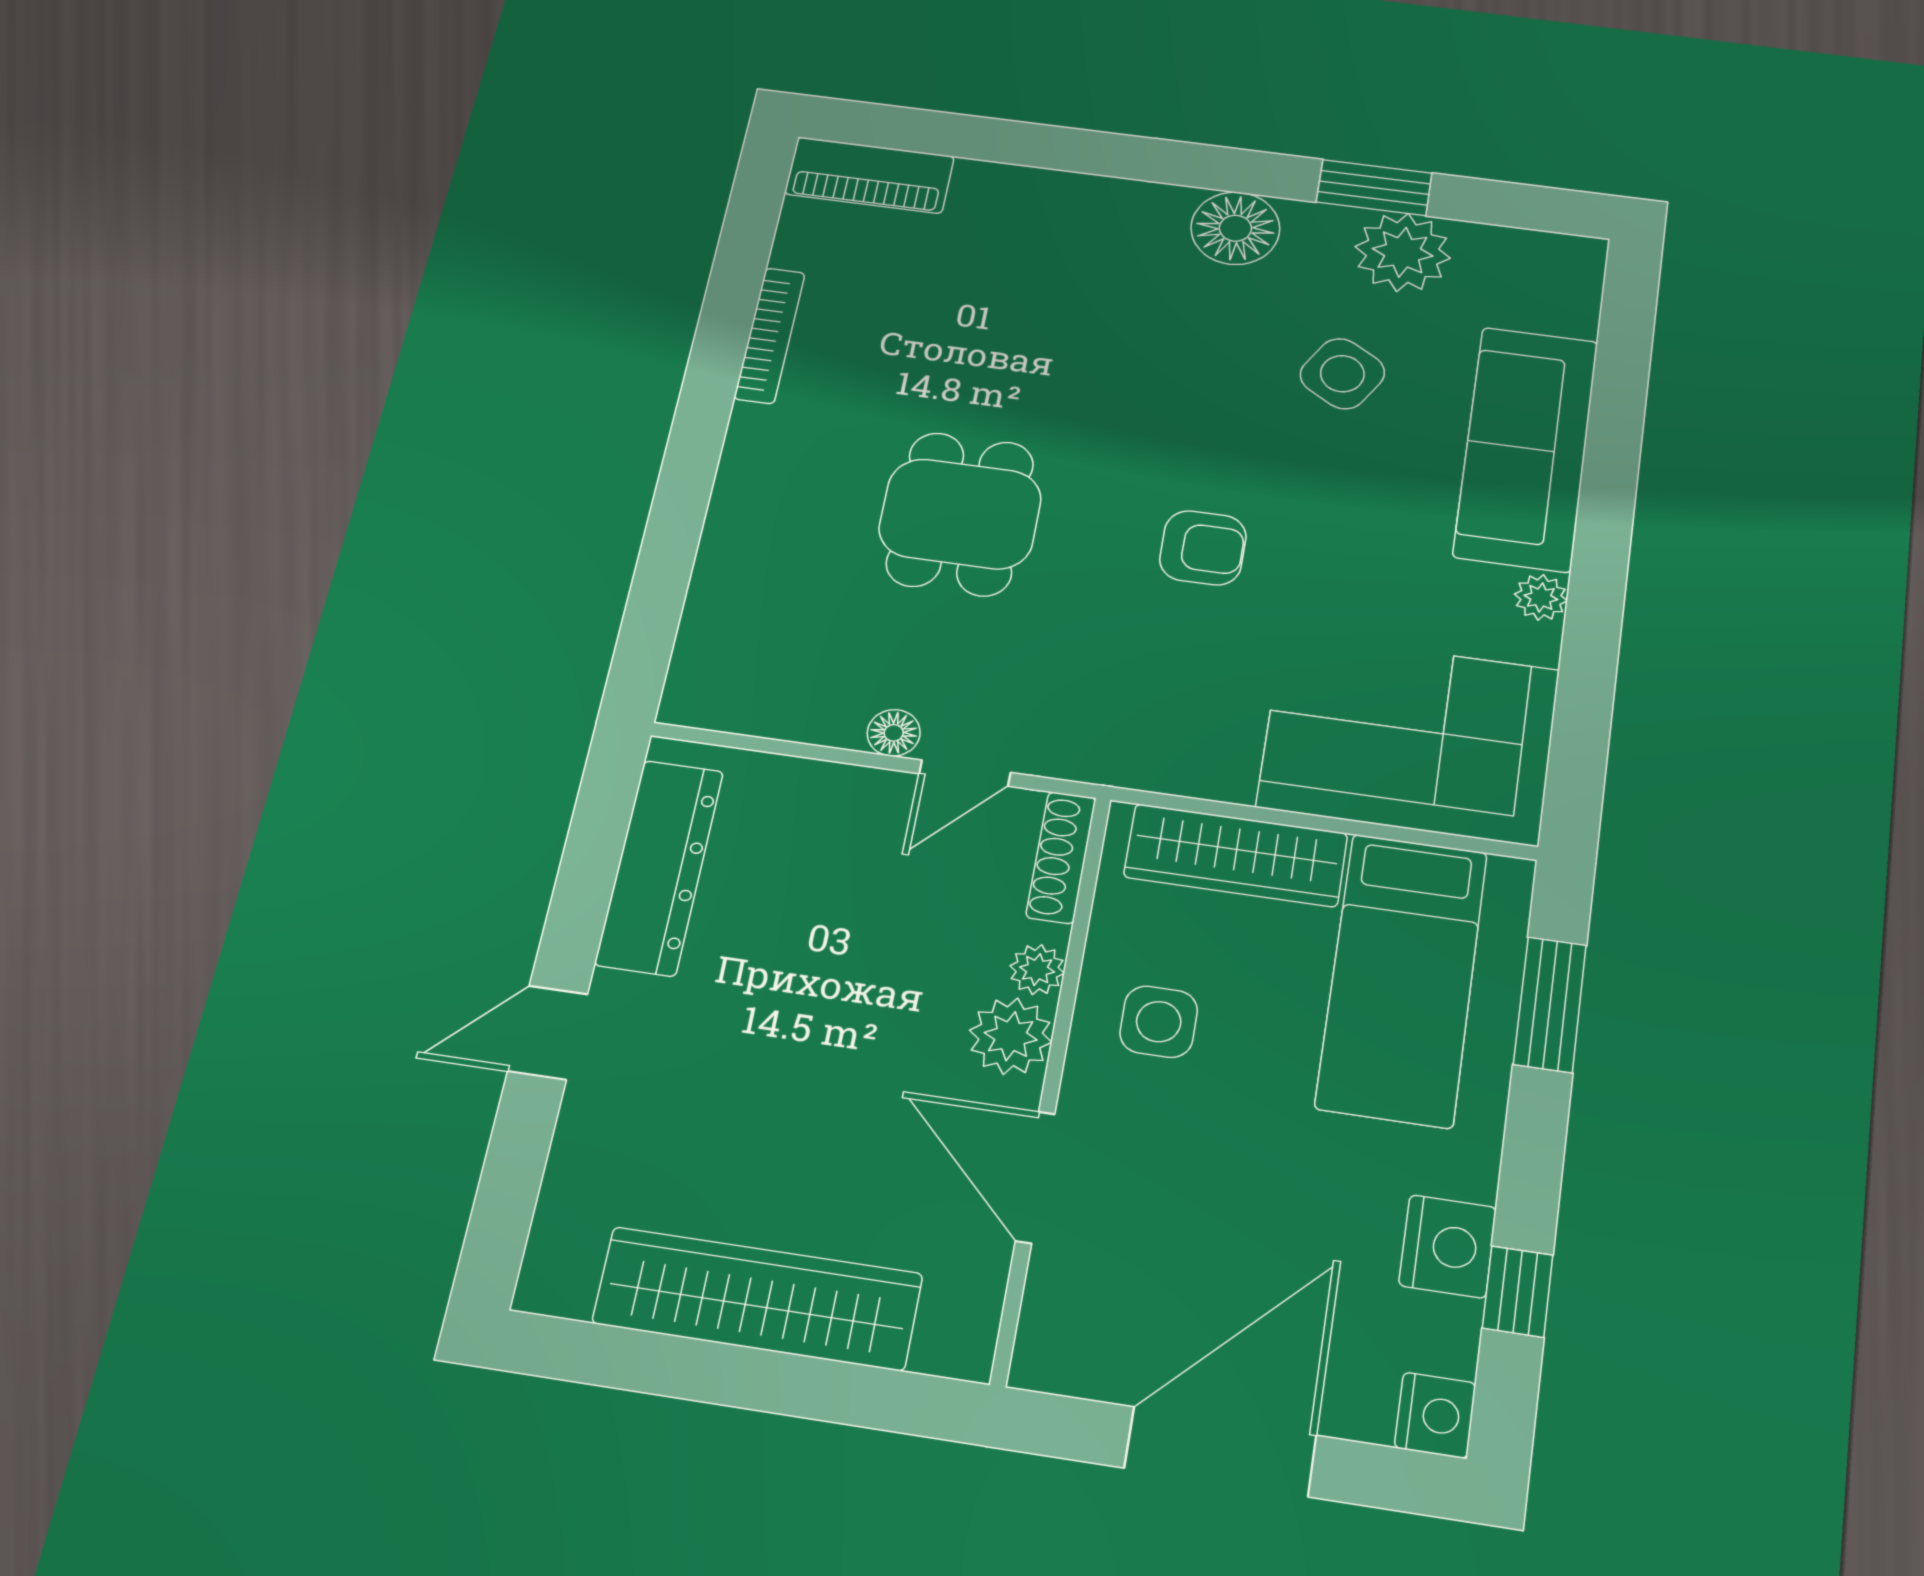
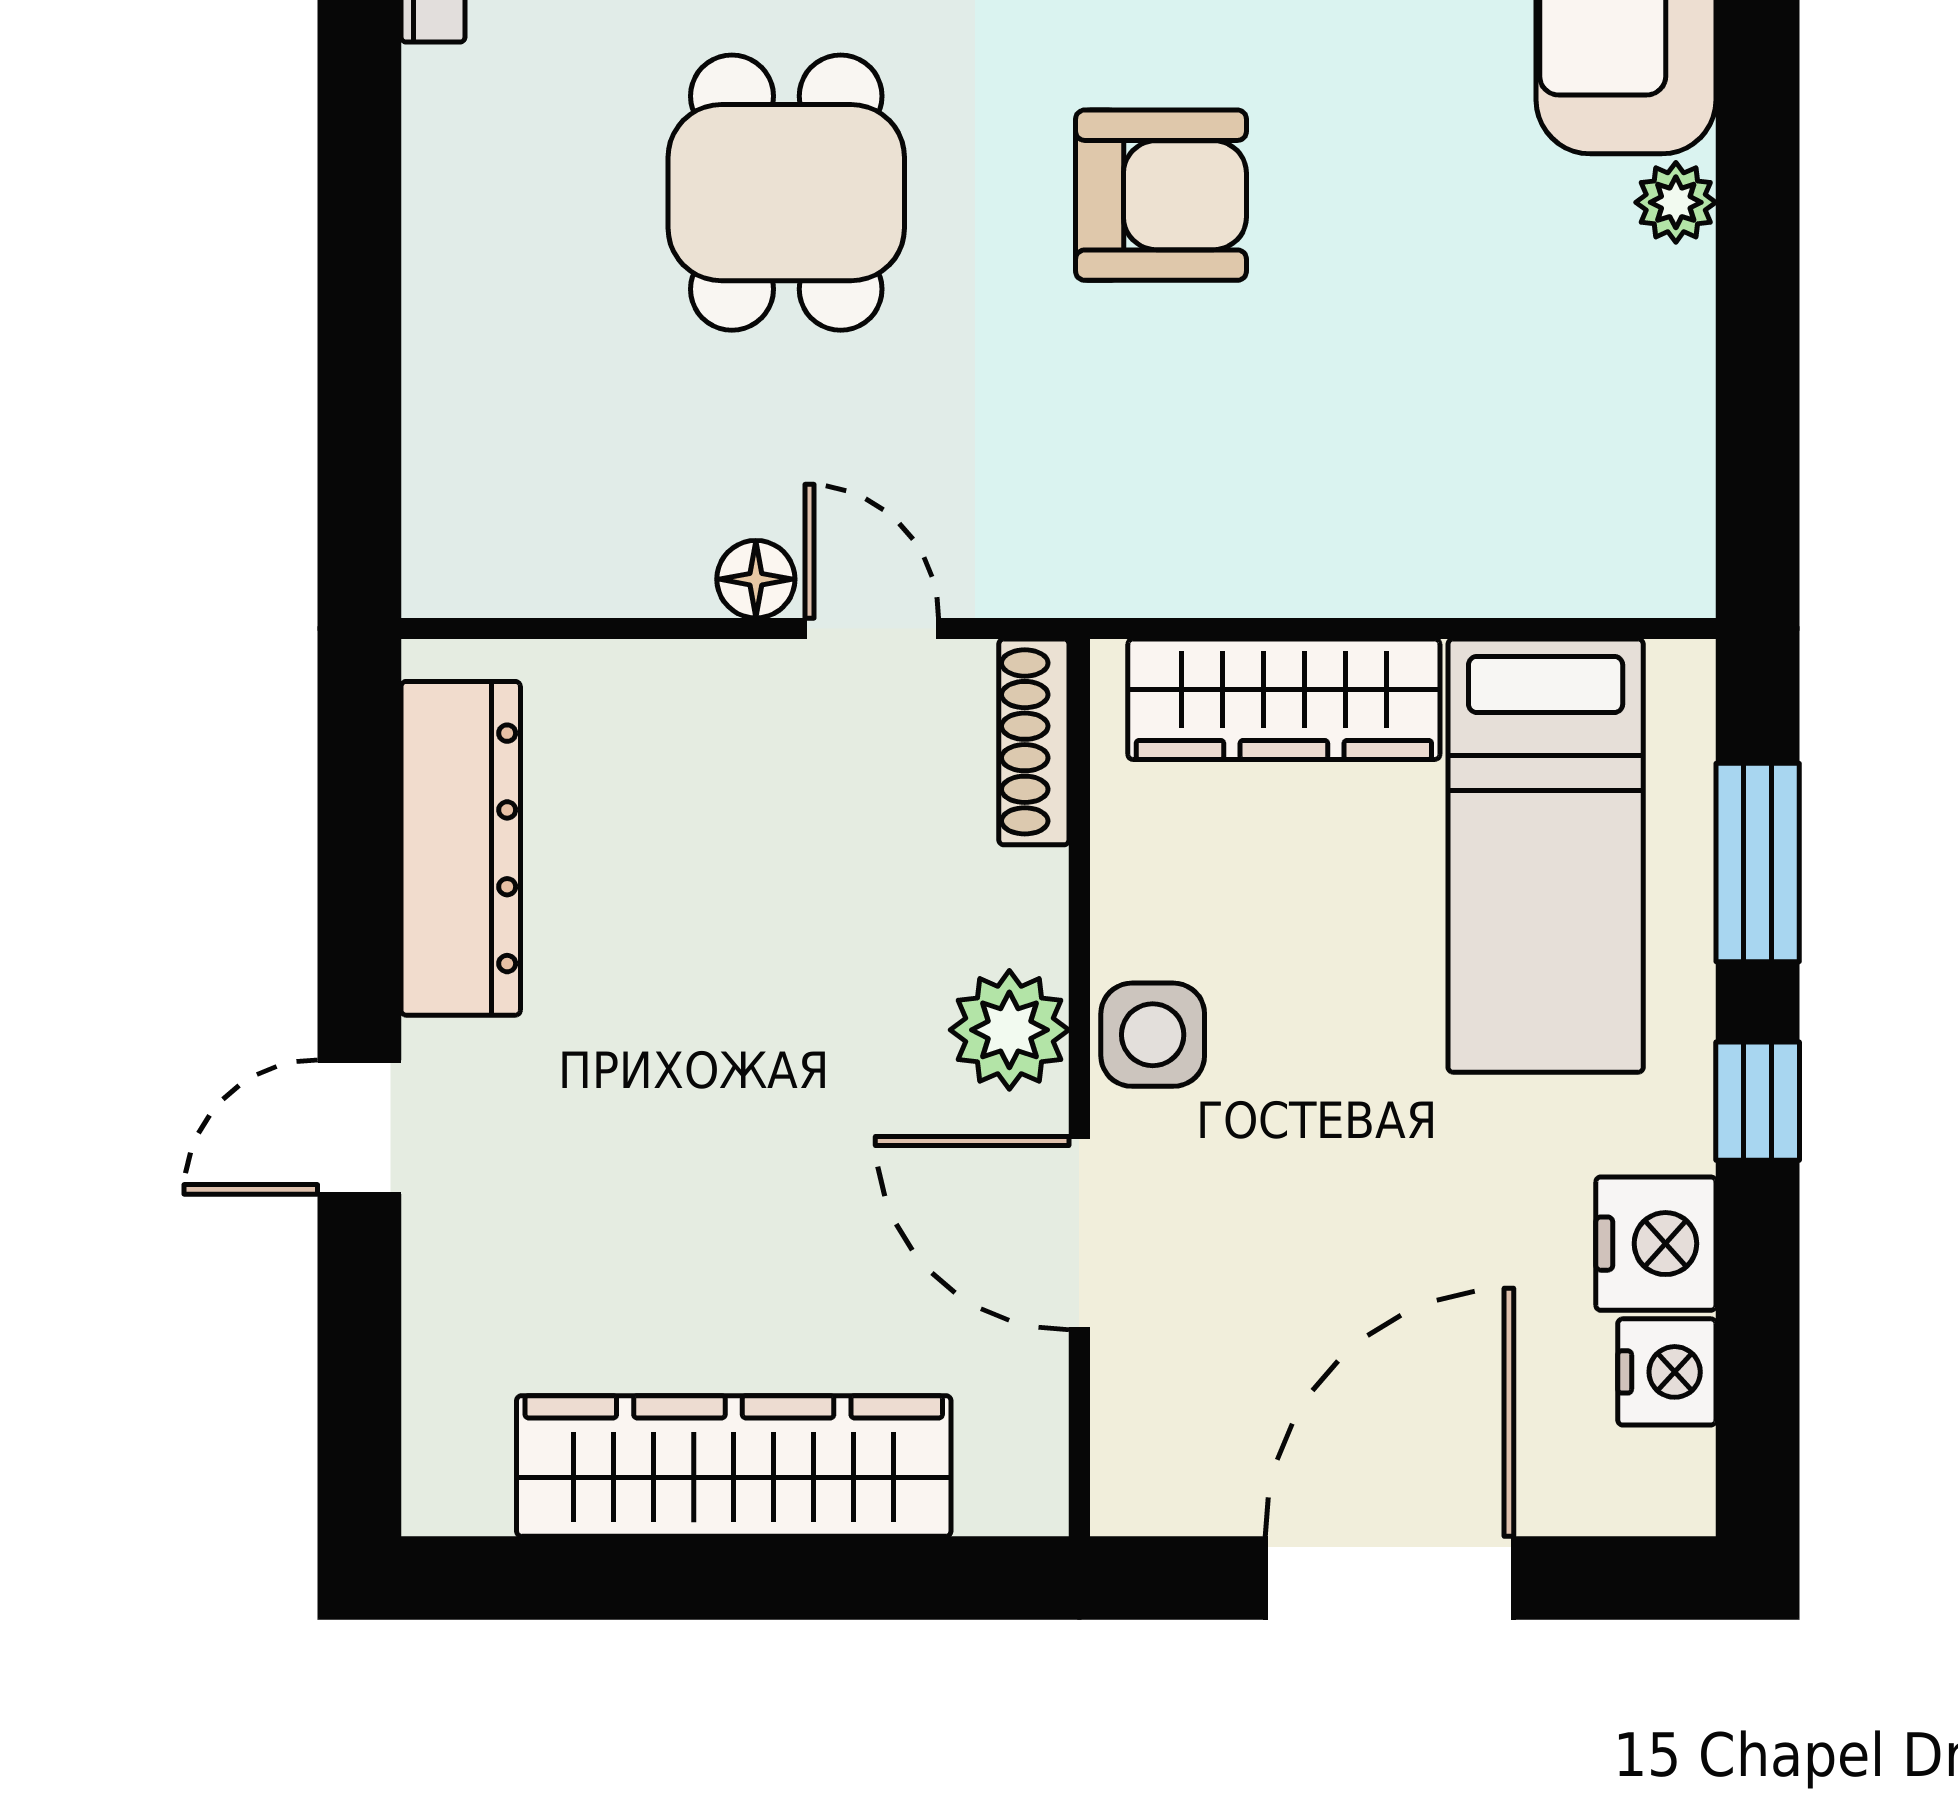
armchair: (1203, 548) -> (1161, 195), width x1.38, depth x1.38
corner sofa: (1409, 738) -> (1508, 470), removed
door: (965, 773) -> (872, 629), swing flipped
plant: (1037, 970) -> (1029, 923), removed
side table: (1159, 1022) -> (1153, 1035), moved
window: (1518, 1292) -> (1758, 1101), moved
nightstand: (1435, 1415) -> (1667, 1372), moved

